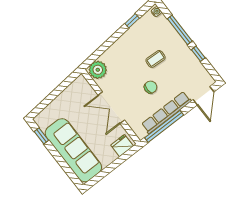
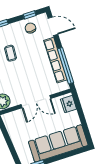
window: (198, 54) -> (30, 15), moved
chair: (151, 87) -> (30, 28), moved

